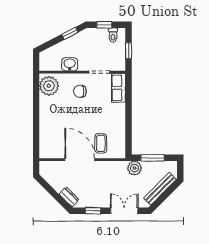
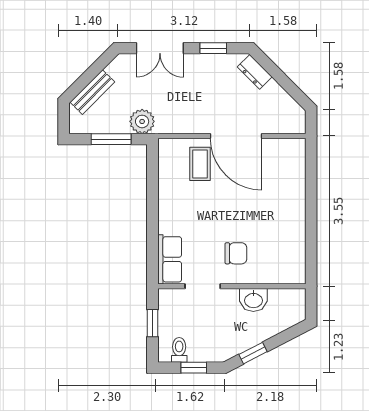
plant: (49, 86) -> (289, 263), removed
bench: (160, 189) -> (92, 92), width x0.73

